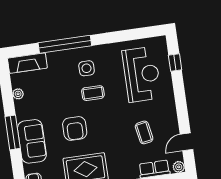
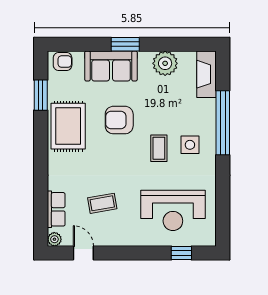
plant: (18, 94) -> (165, 63), width x1.88, depth x1.88
window: (13, 132) -> (125, 44), width x0.69

